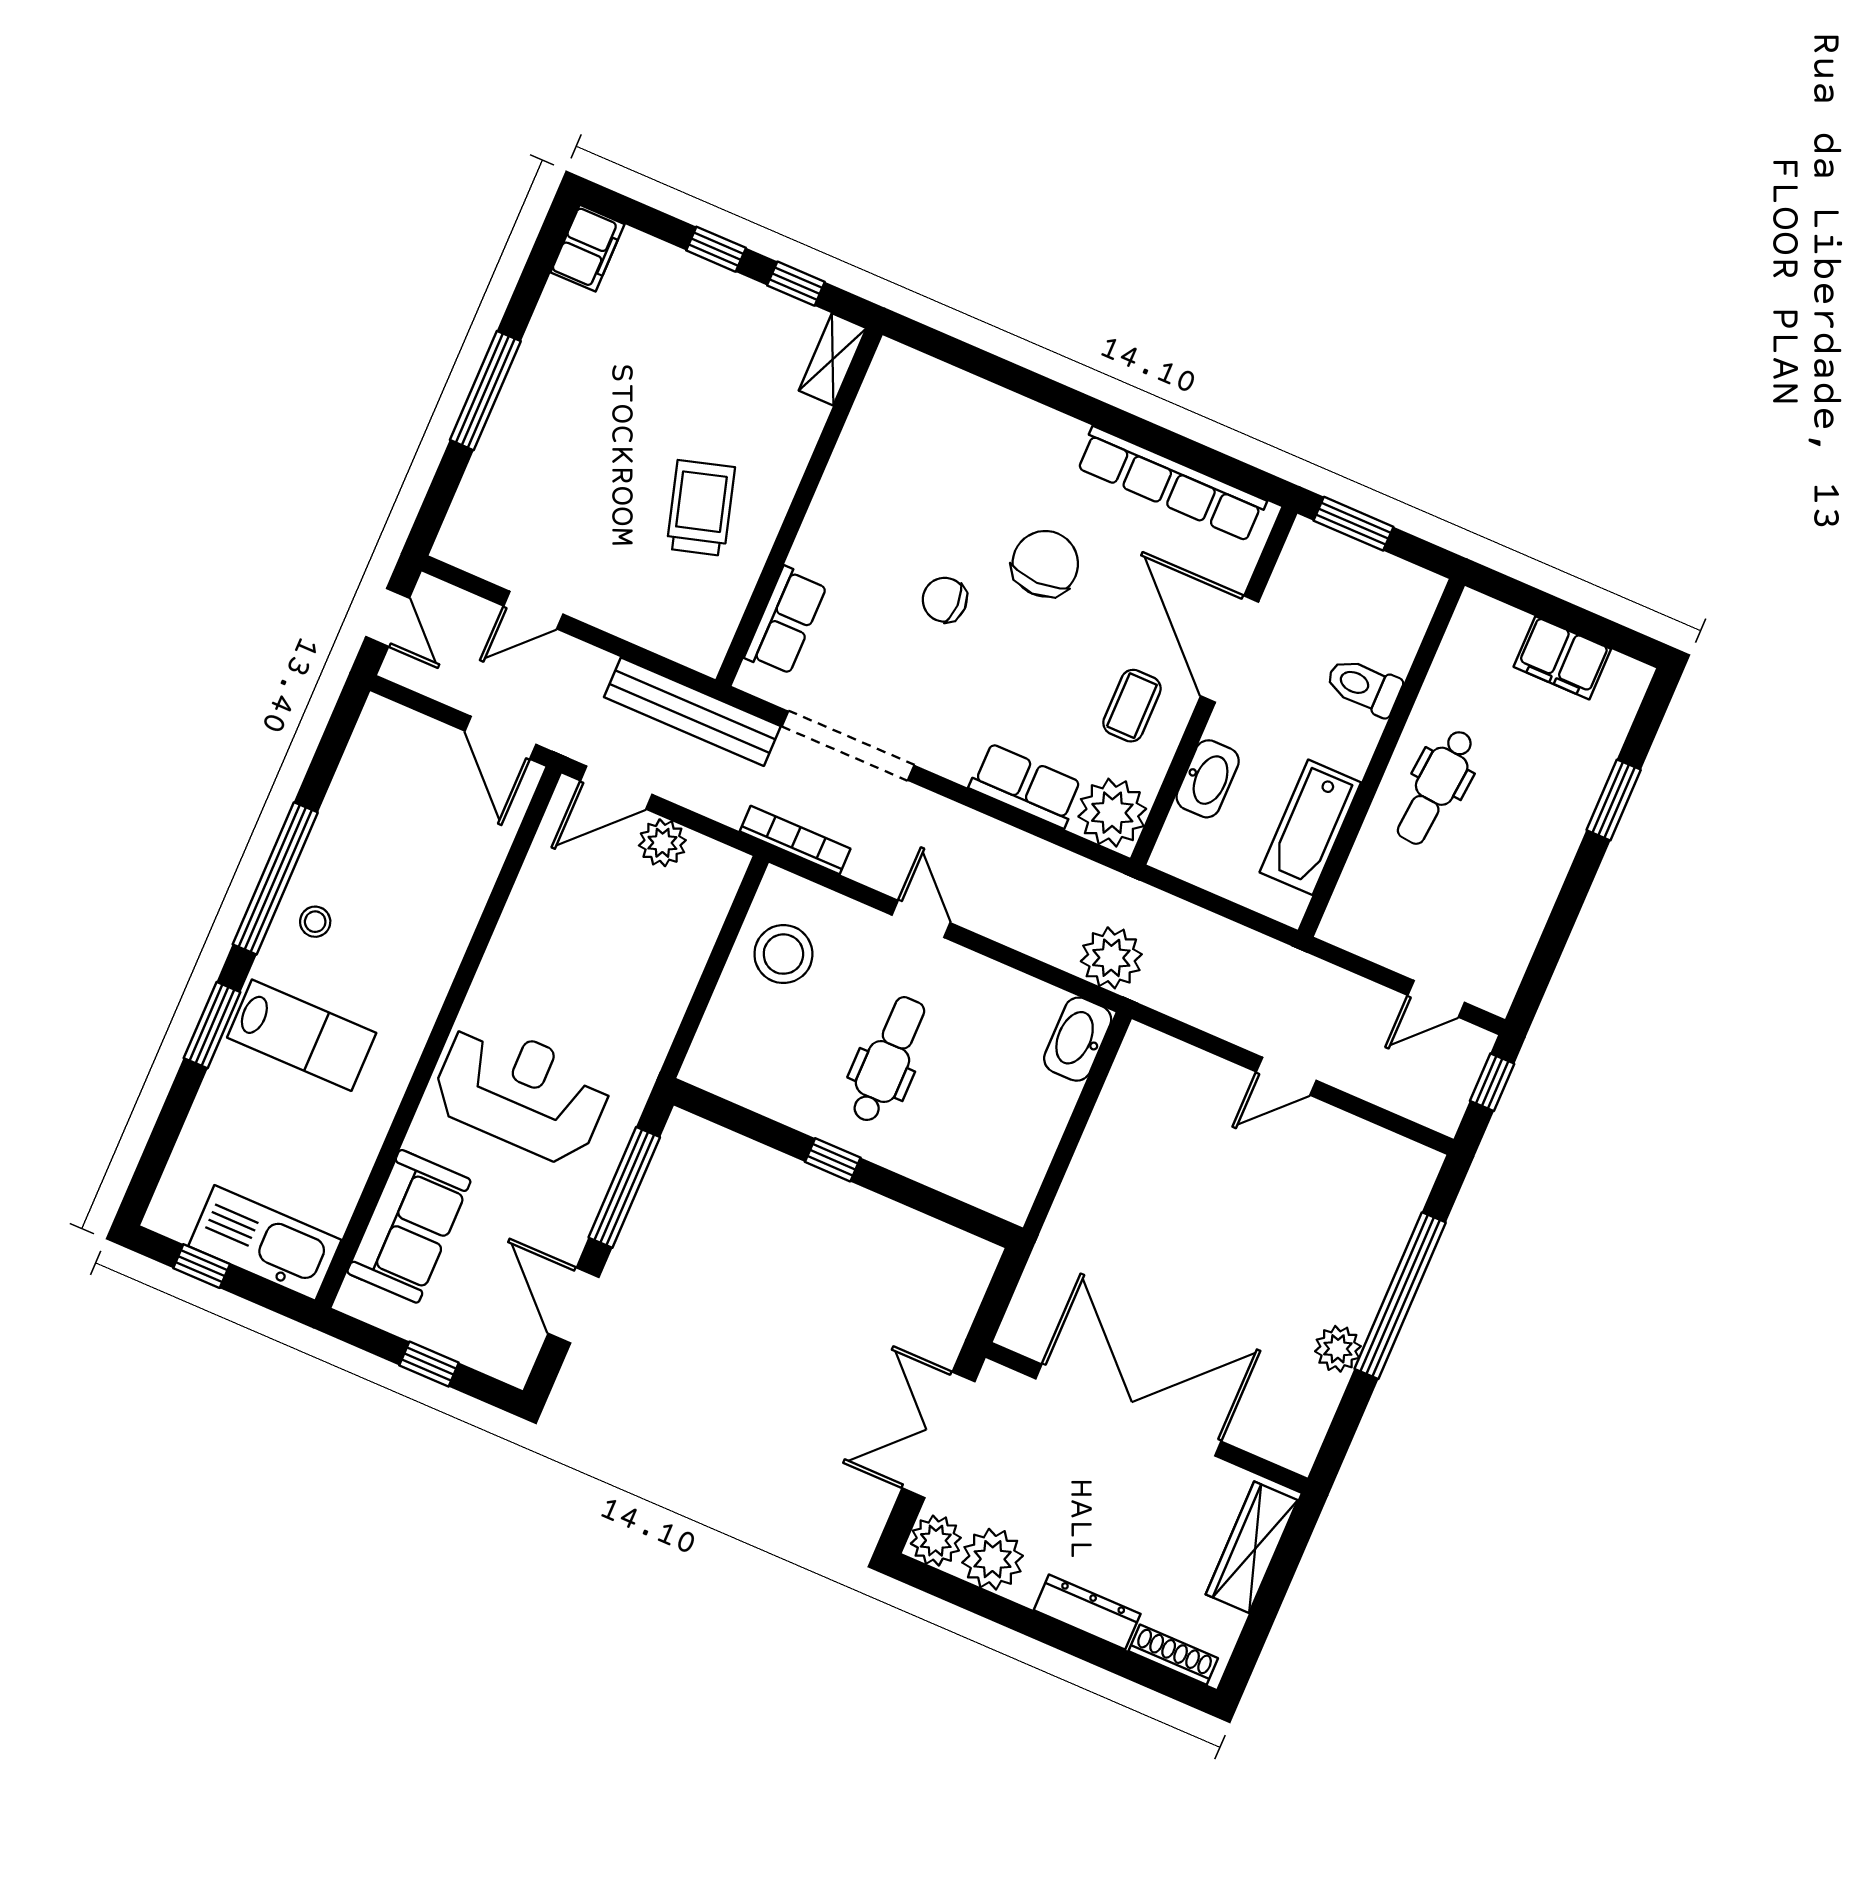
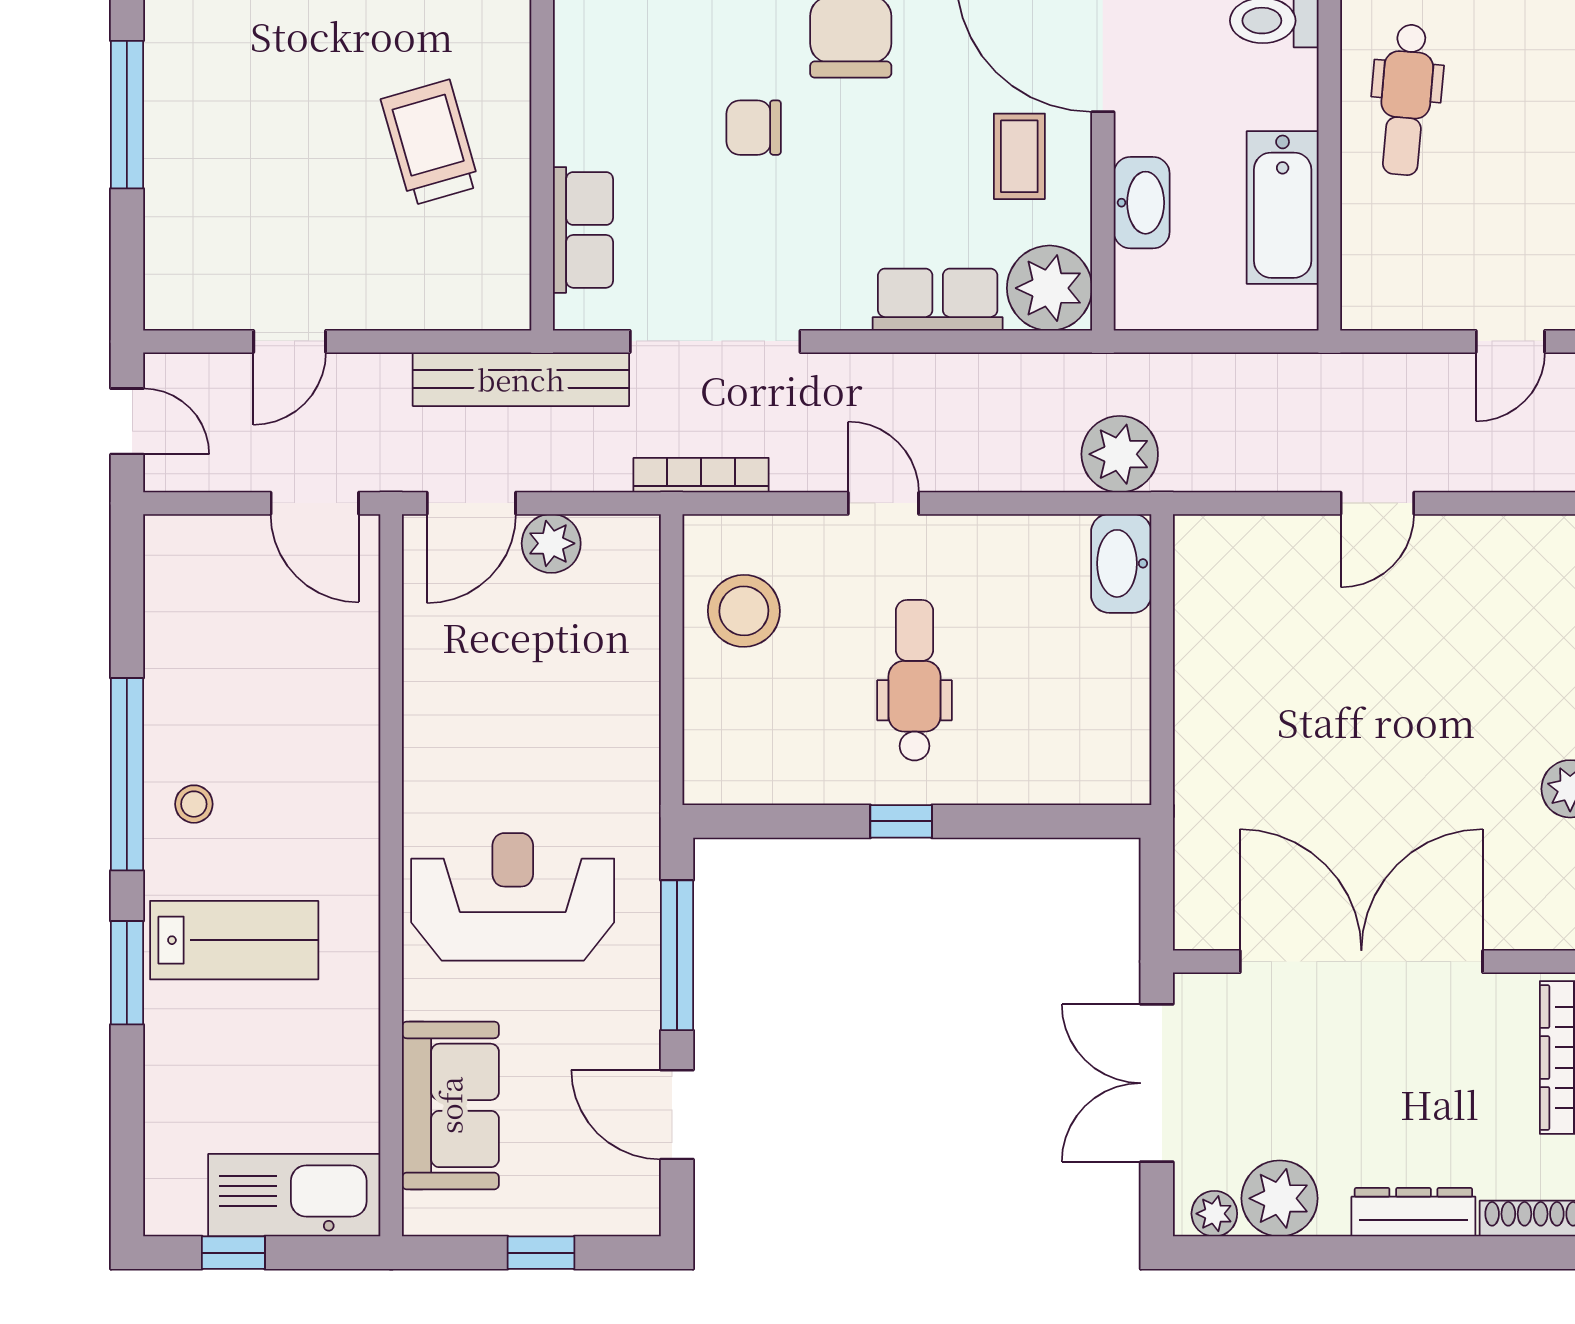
plant: (936, 1541) -> (1214, 1214), width x0.73, depth x0.73

